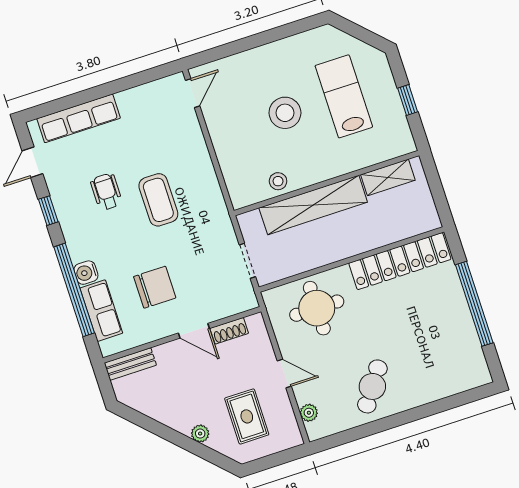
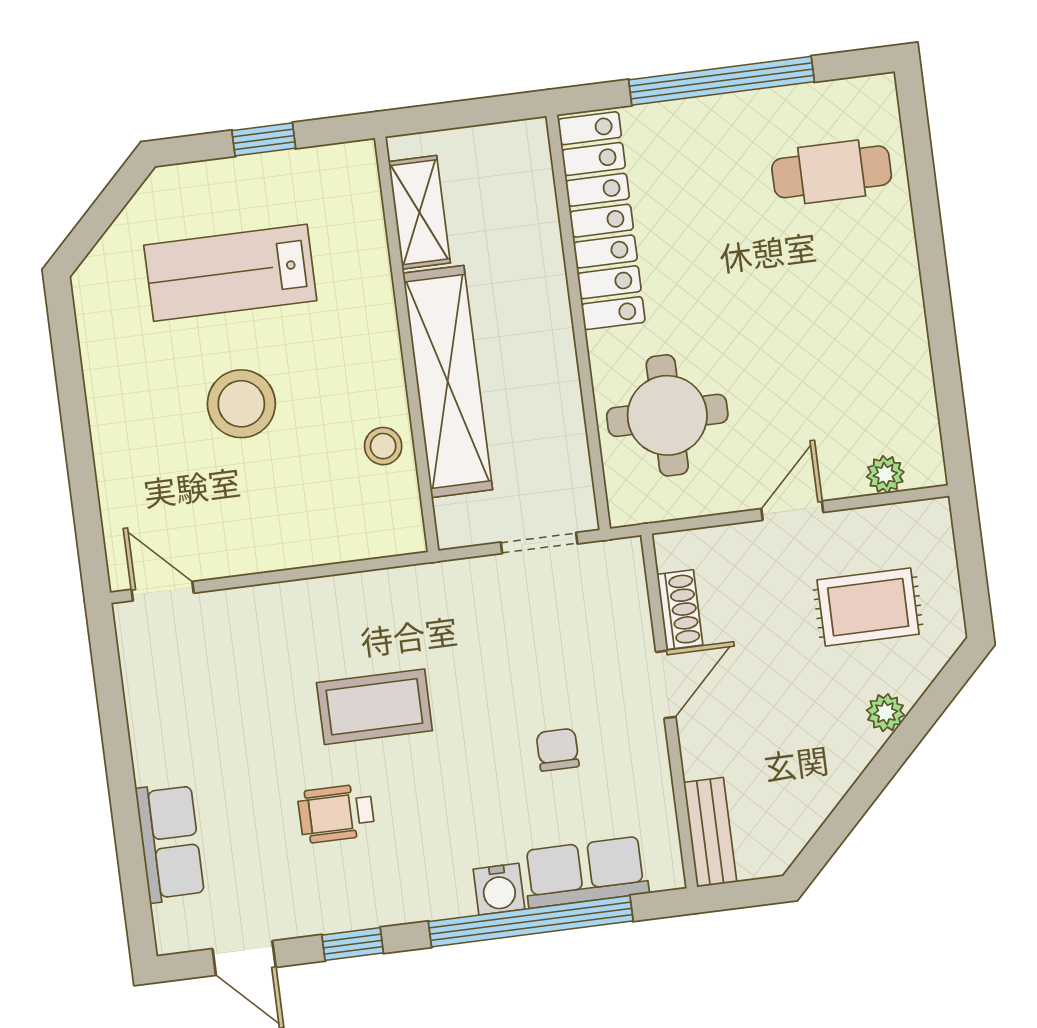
row of seats: (79, 118) -> (170, 843), width x0.68
chair: (155, 287) -> (558, 750), width x0.54, depth x0.54
cafe table: (372, 386) -> (832, 172), moved, turned -35

